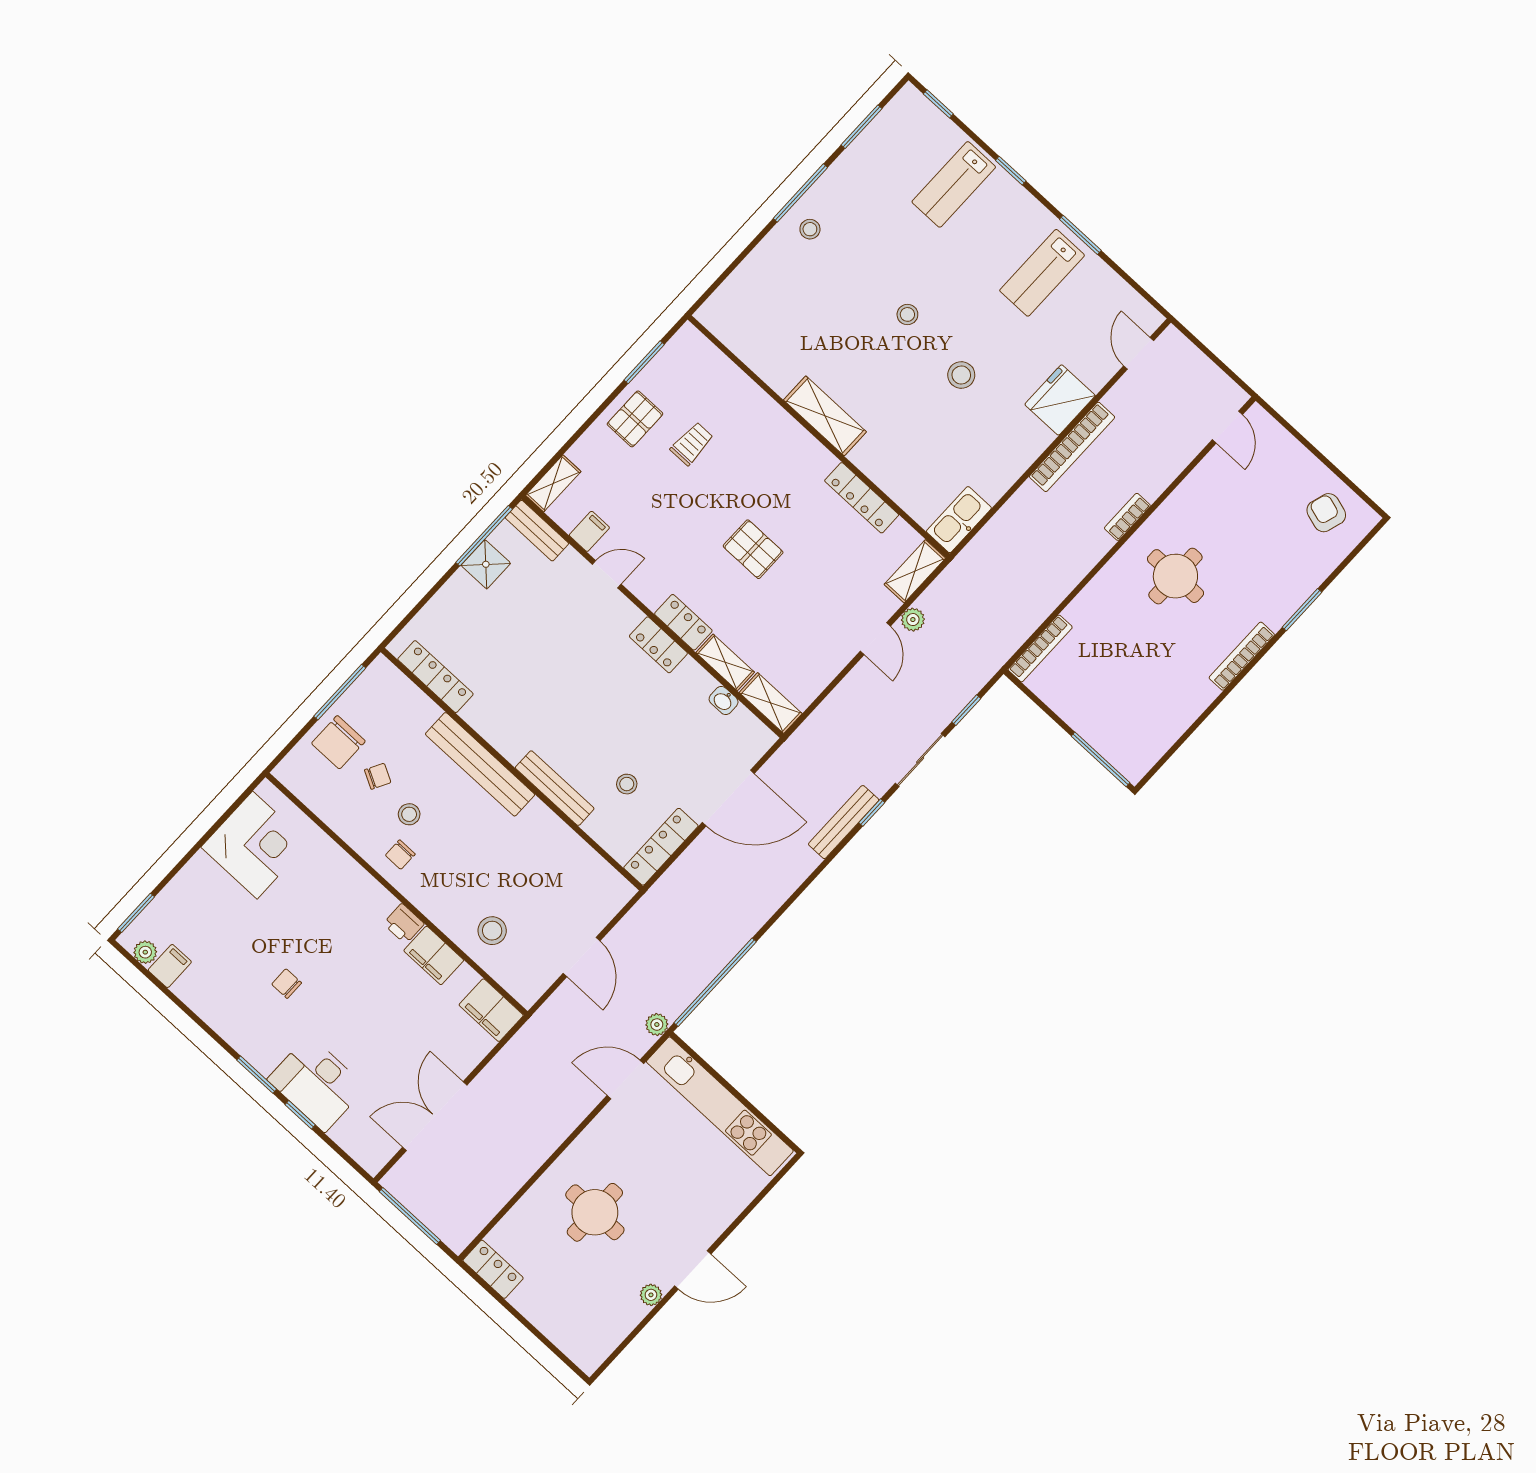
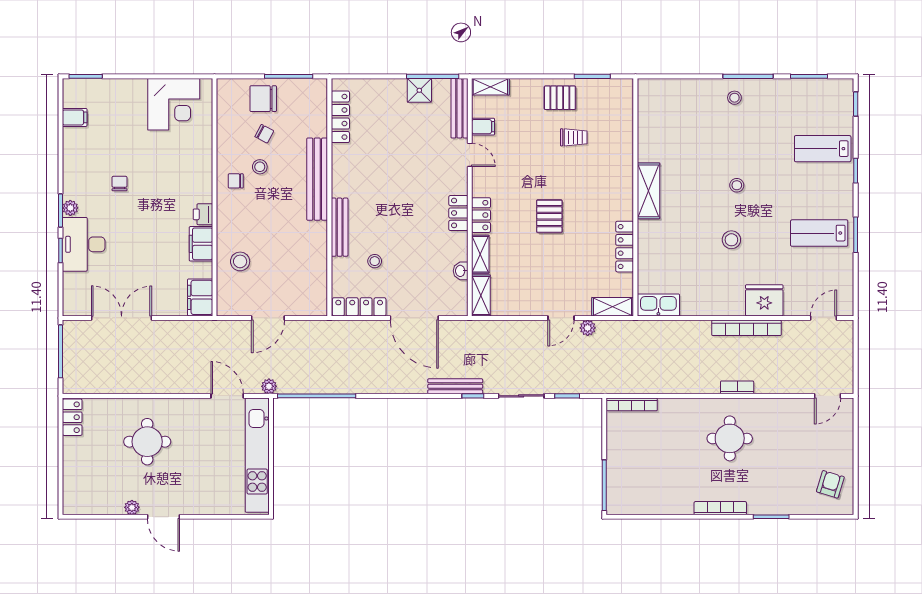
bench: (537, 531) -> (459, 108), width x1.36
plant: (145, 952) -> (70, 208), moved

